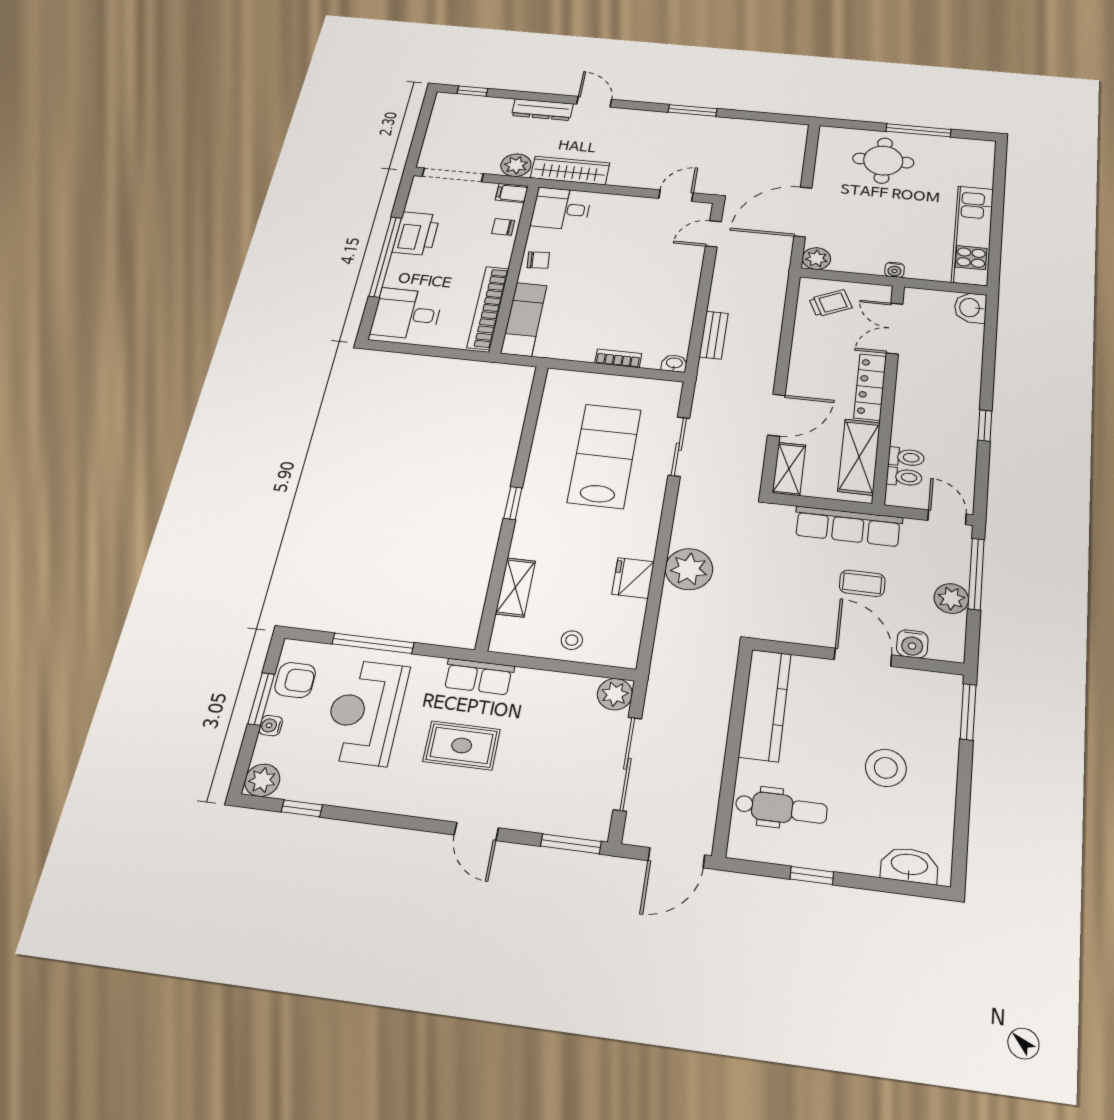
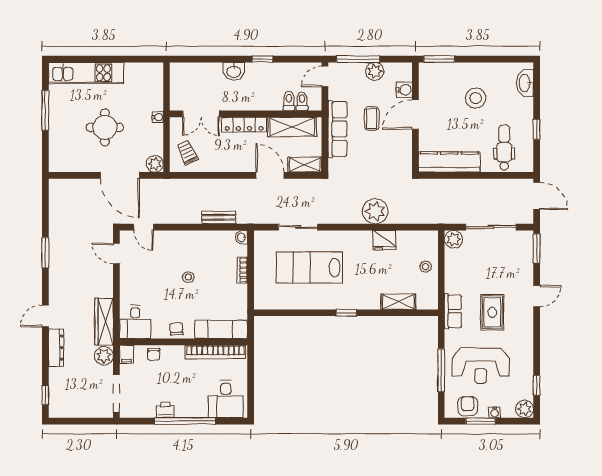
round table: (883, 161) -> (105, 127), moved
printer: (416, 234) -> (165, 410), width x0.53, depth x0.68
kitchen unit: (973, 235) -> (86, 73), moved
stool: (620, 284) -> (188, 277), added
washbasin: (970, 308) -> (234, 71), moved

